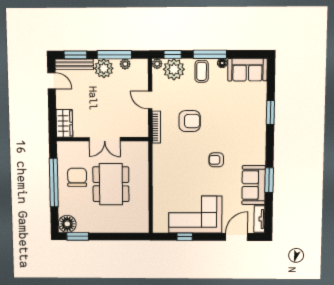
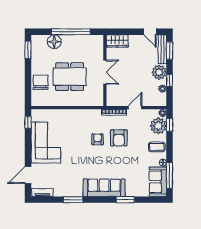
window: (210, 54) -> (169, 176), moved
window: (114, 55) -> (169, 80), width x0.46
door: (52, 81) -> (150, 32), hinge flipped
double door: (105, 139) -> (105, 72), swing flipped
armchair: (216, 160) -> (98, 139), moved
chair: (77, 177) -> (41, 82), moved, turned -90
sofa: (254, 185) -> (104, 188), moved, width x1.36
floor lamp: (67, 224) -> (54, 42), moved
window: (185, 237) -> (28, 123), moved
door: (237, 237) -> (28, 175), swing flipped

